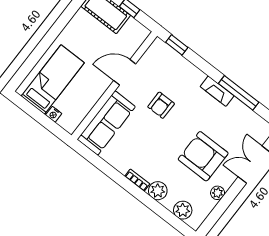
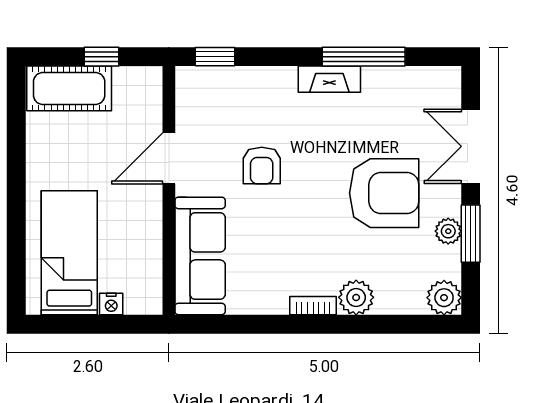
armchair: (203, 156) -> (384, 193), turned 180
window: (226, 201) -> (471, 234), added
plant: (183, 210) -> (444, 298), moved

